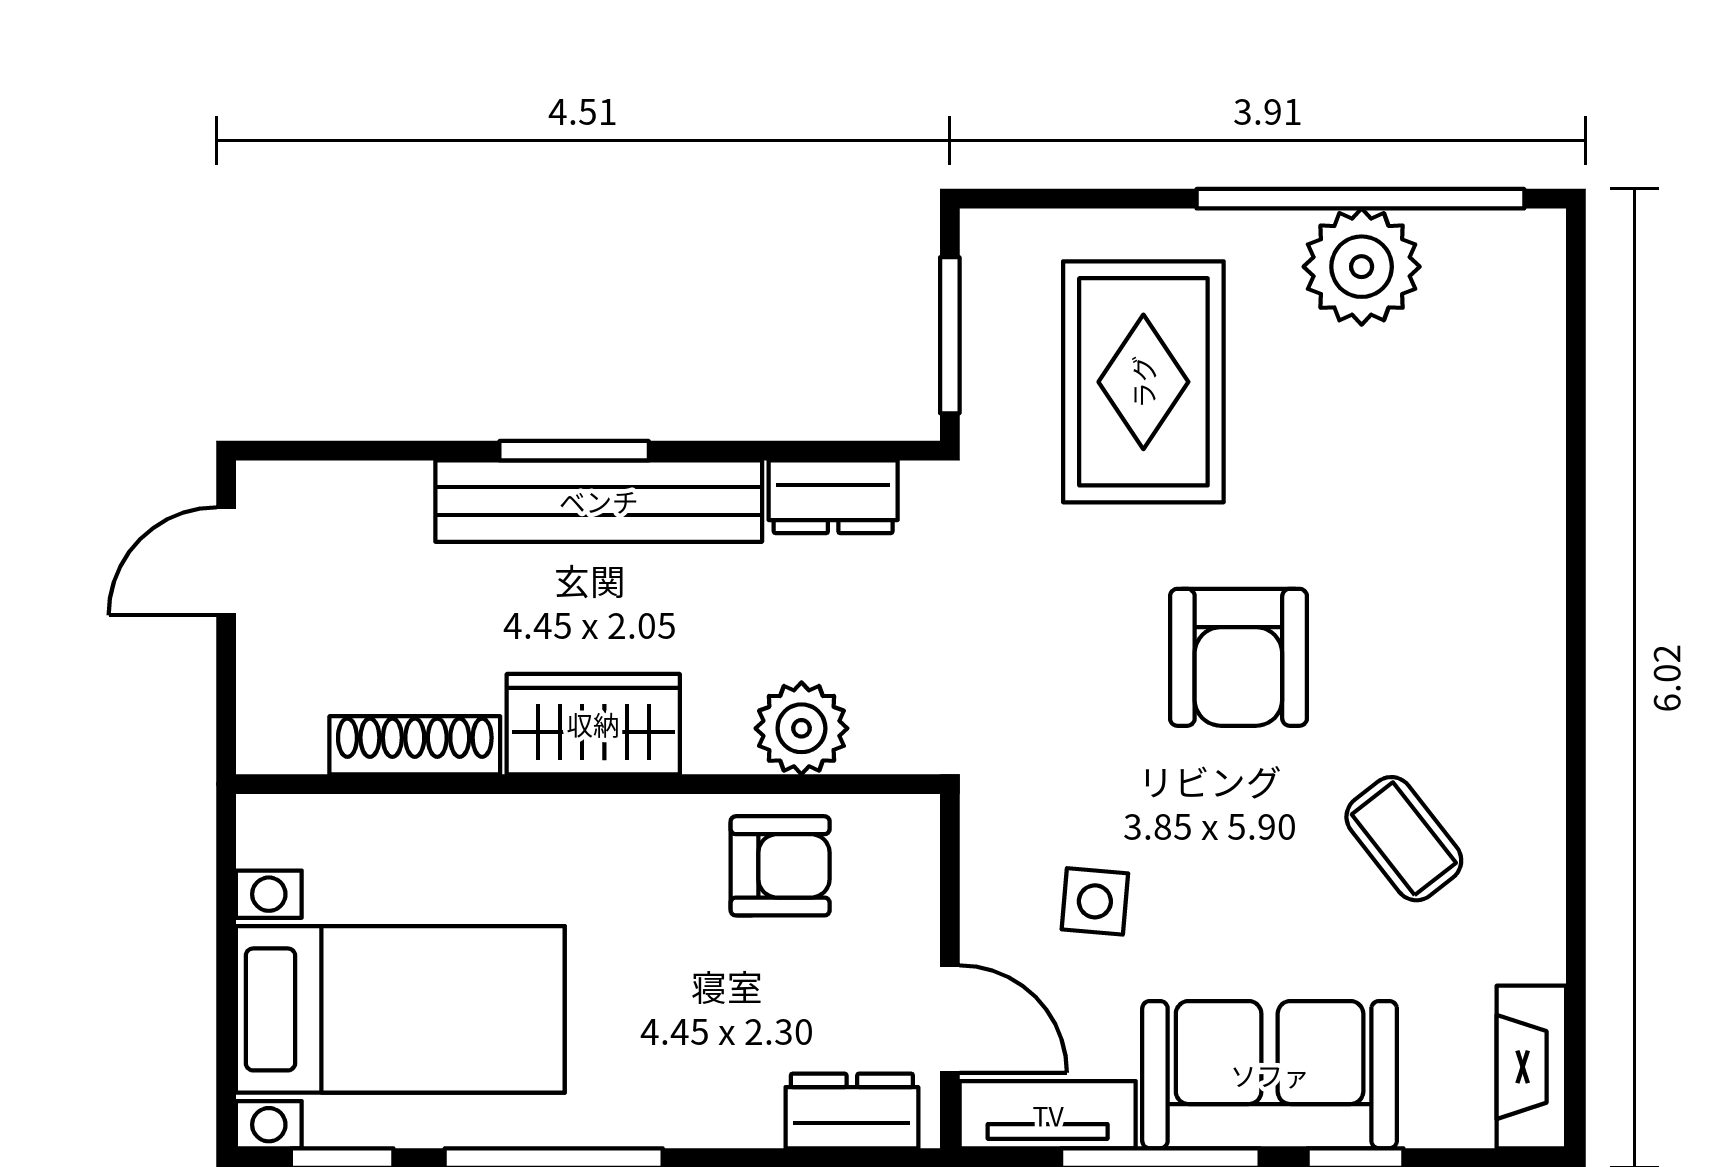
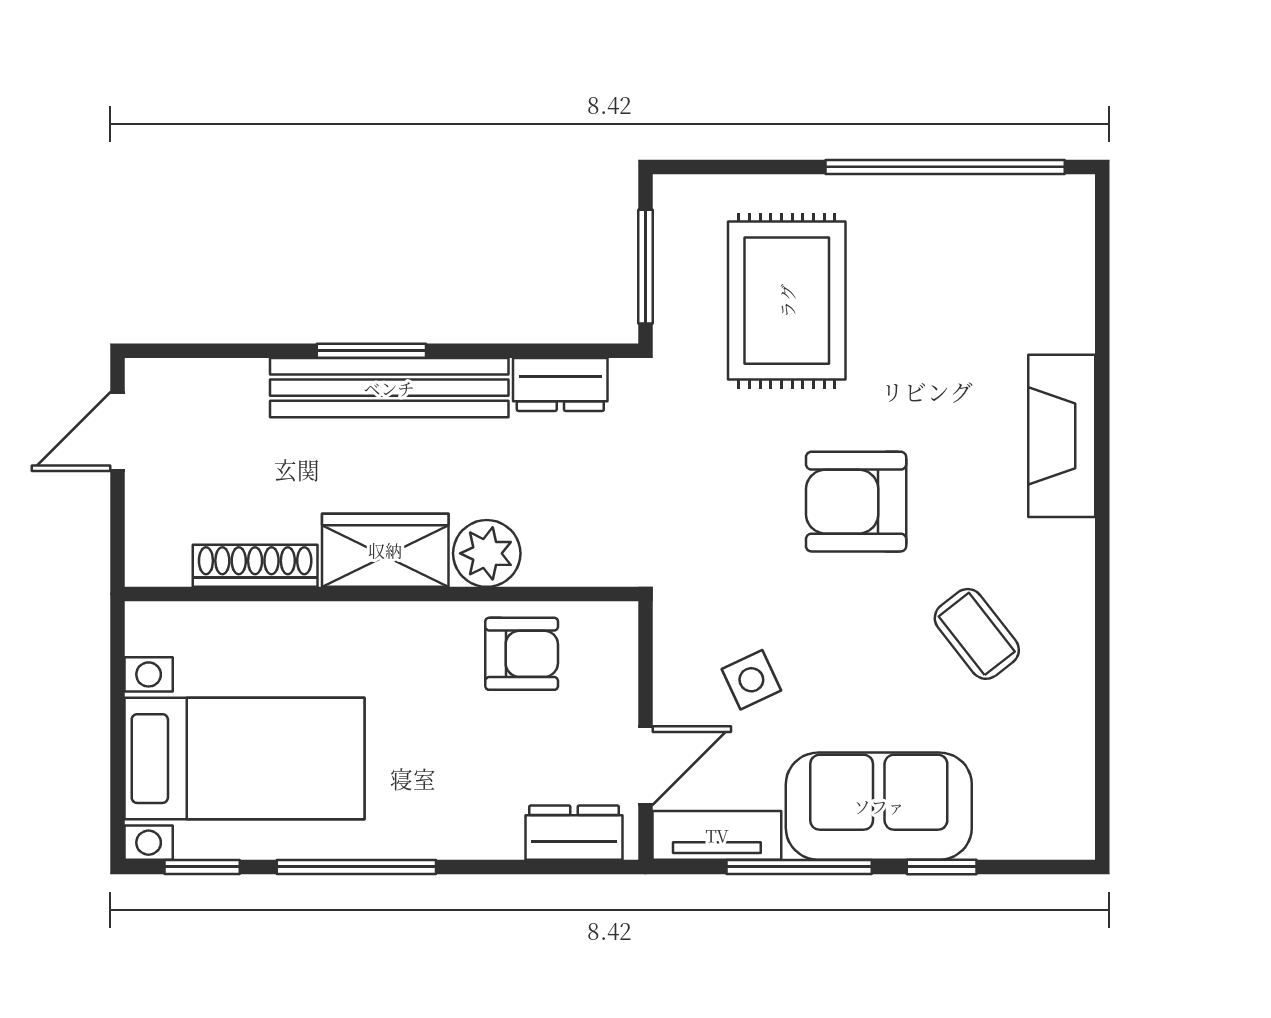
plant: (1362, 267) -> (946, 217), removed
armchair: (1238, 657) -> (856, 502), turned 90
plant: (801, 728) -> (487, 553), moved
side table: (1095, 901) -> (751, 680), turned -30
door: (950, 1019) -> (645, 766), hinge flipped
fireplace: (1531, 1067) -> (1062, 436), moved, width x1.37, depth x1.32

